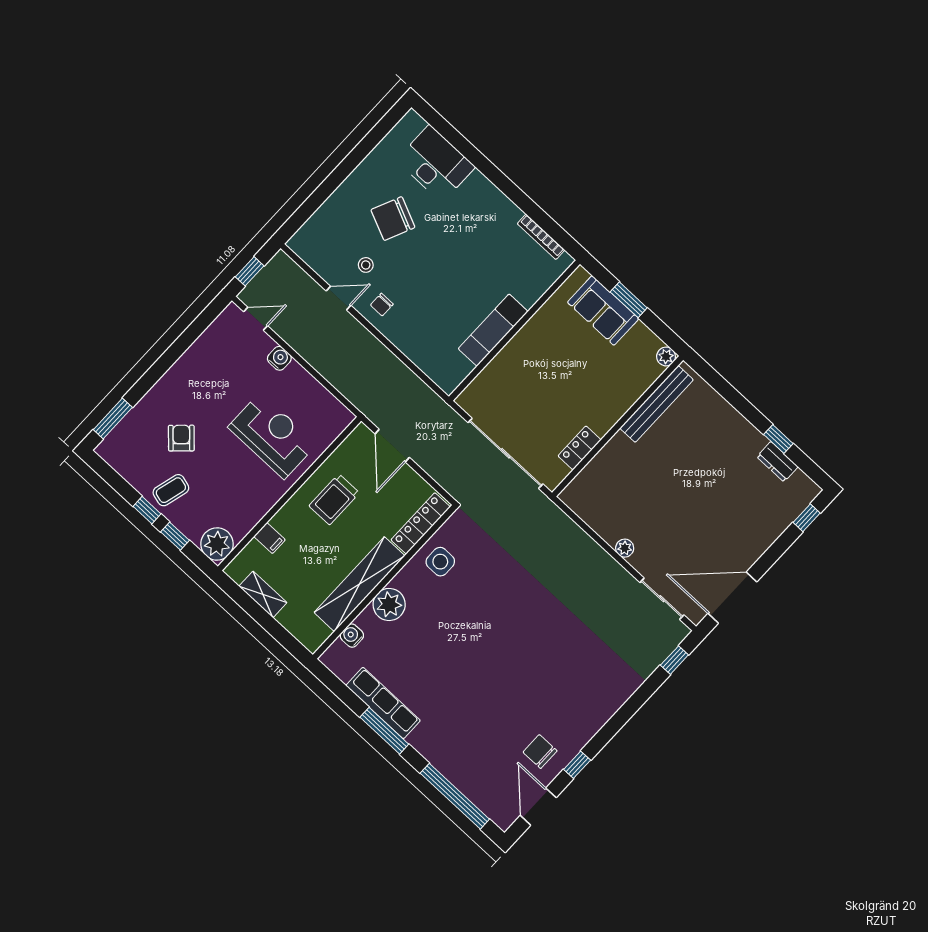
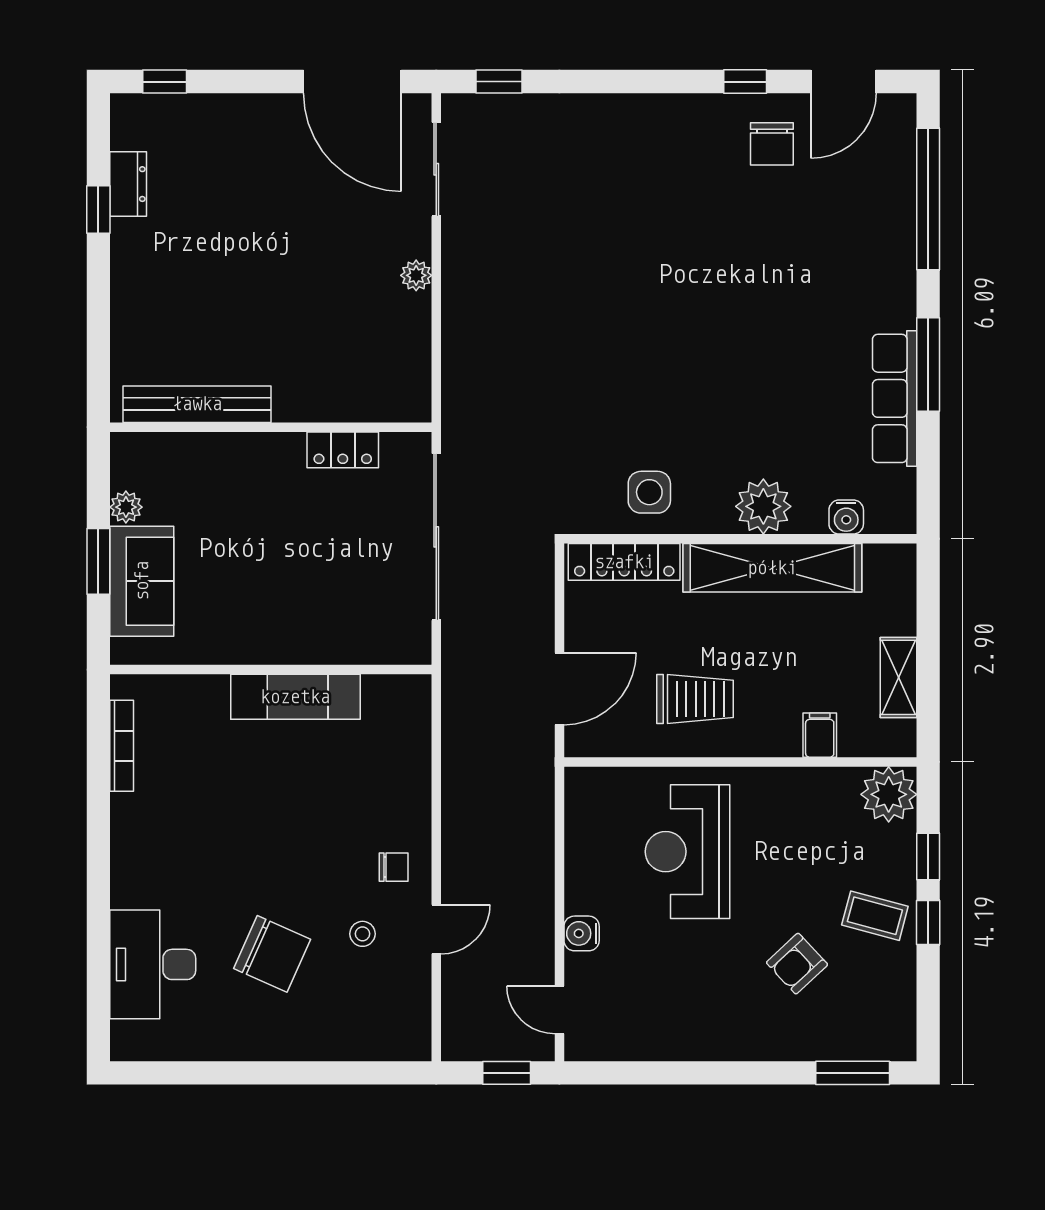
door: (339, 298) -> (436, 929), swing flipped
plant: (666, 356) -> (126, 507), moved

